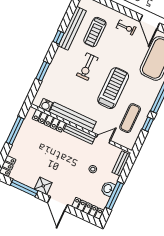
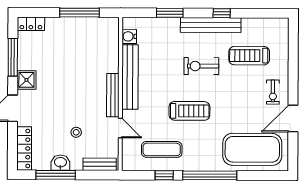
bench: (72, 28) -> (211, 25), moved
treadmill: (113, 88) -> (189, 111), width x0.73, depth x0.73
locker: (49, 121) -> (111, 49), removed

